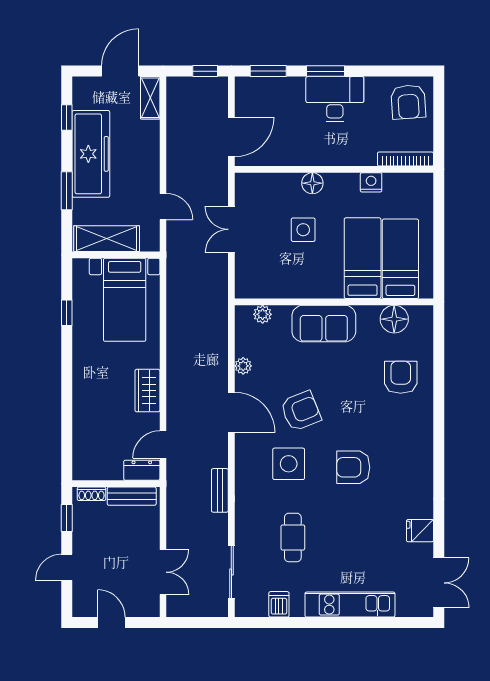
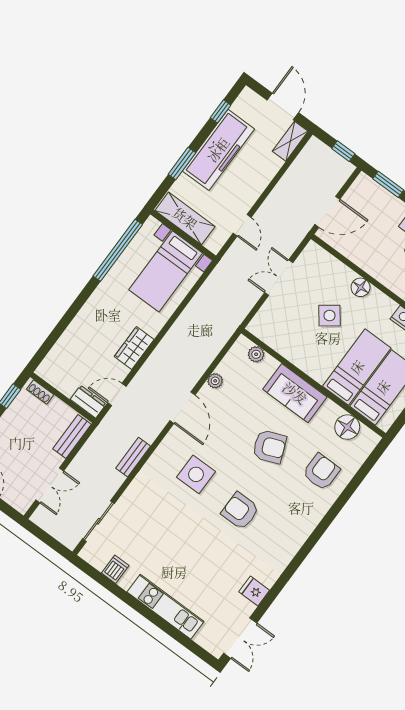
door: (120, 71) -> (283, 106), hinge flipped
side table: (303, 230) -> (330, 316), turned -37
window: (67, 313) -> (118, 250), width x3.17
armchair: (301, 411) -> (270, 447), moved
bench: (132, 496) -> (72, 437), moved, turned 90
cafe table: (293, 537) -> (160, 529), removed

